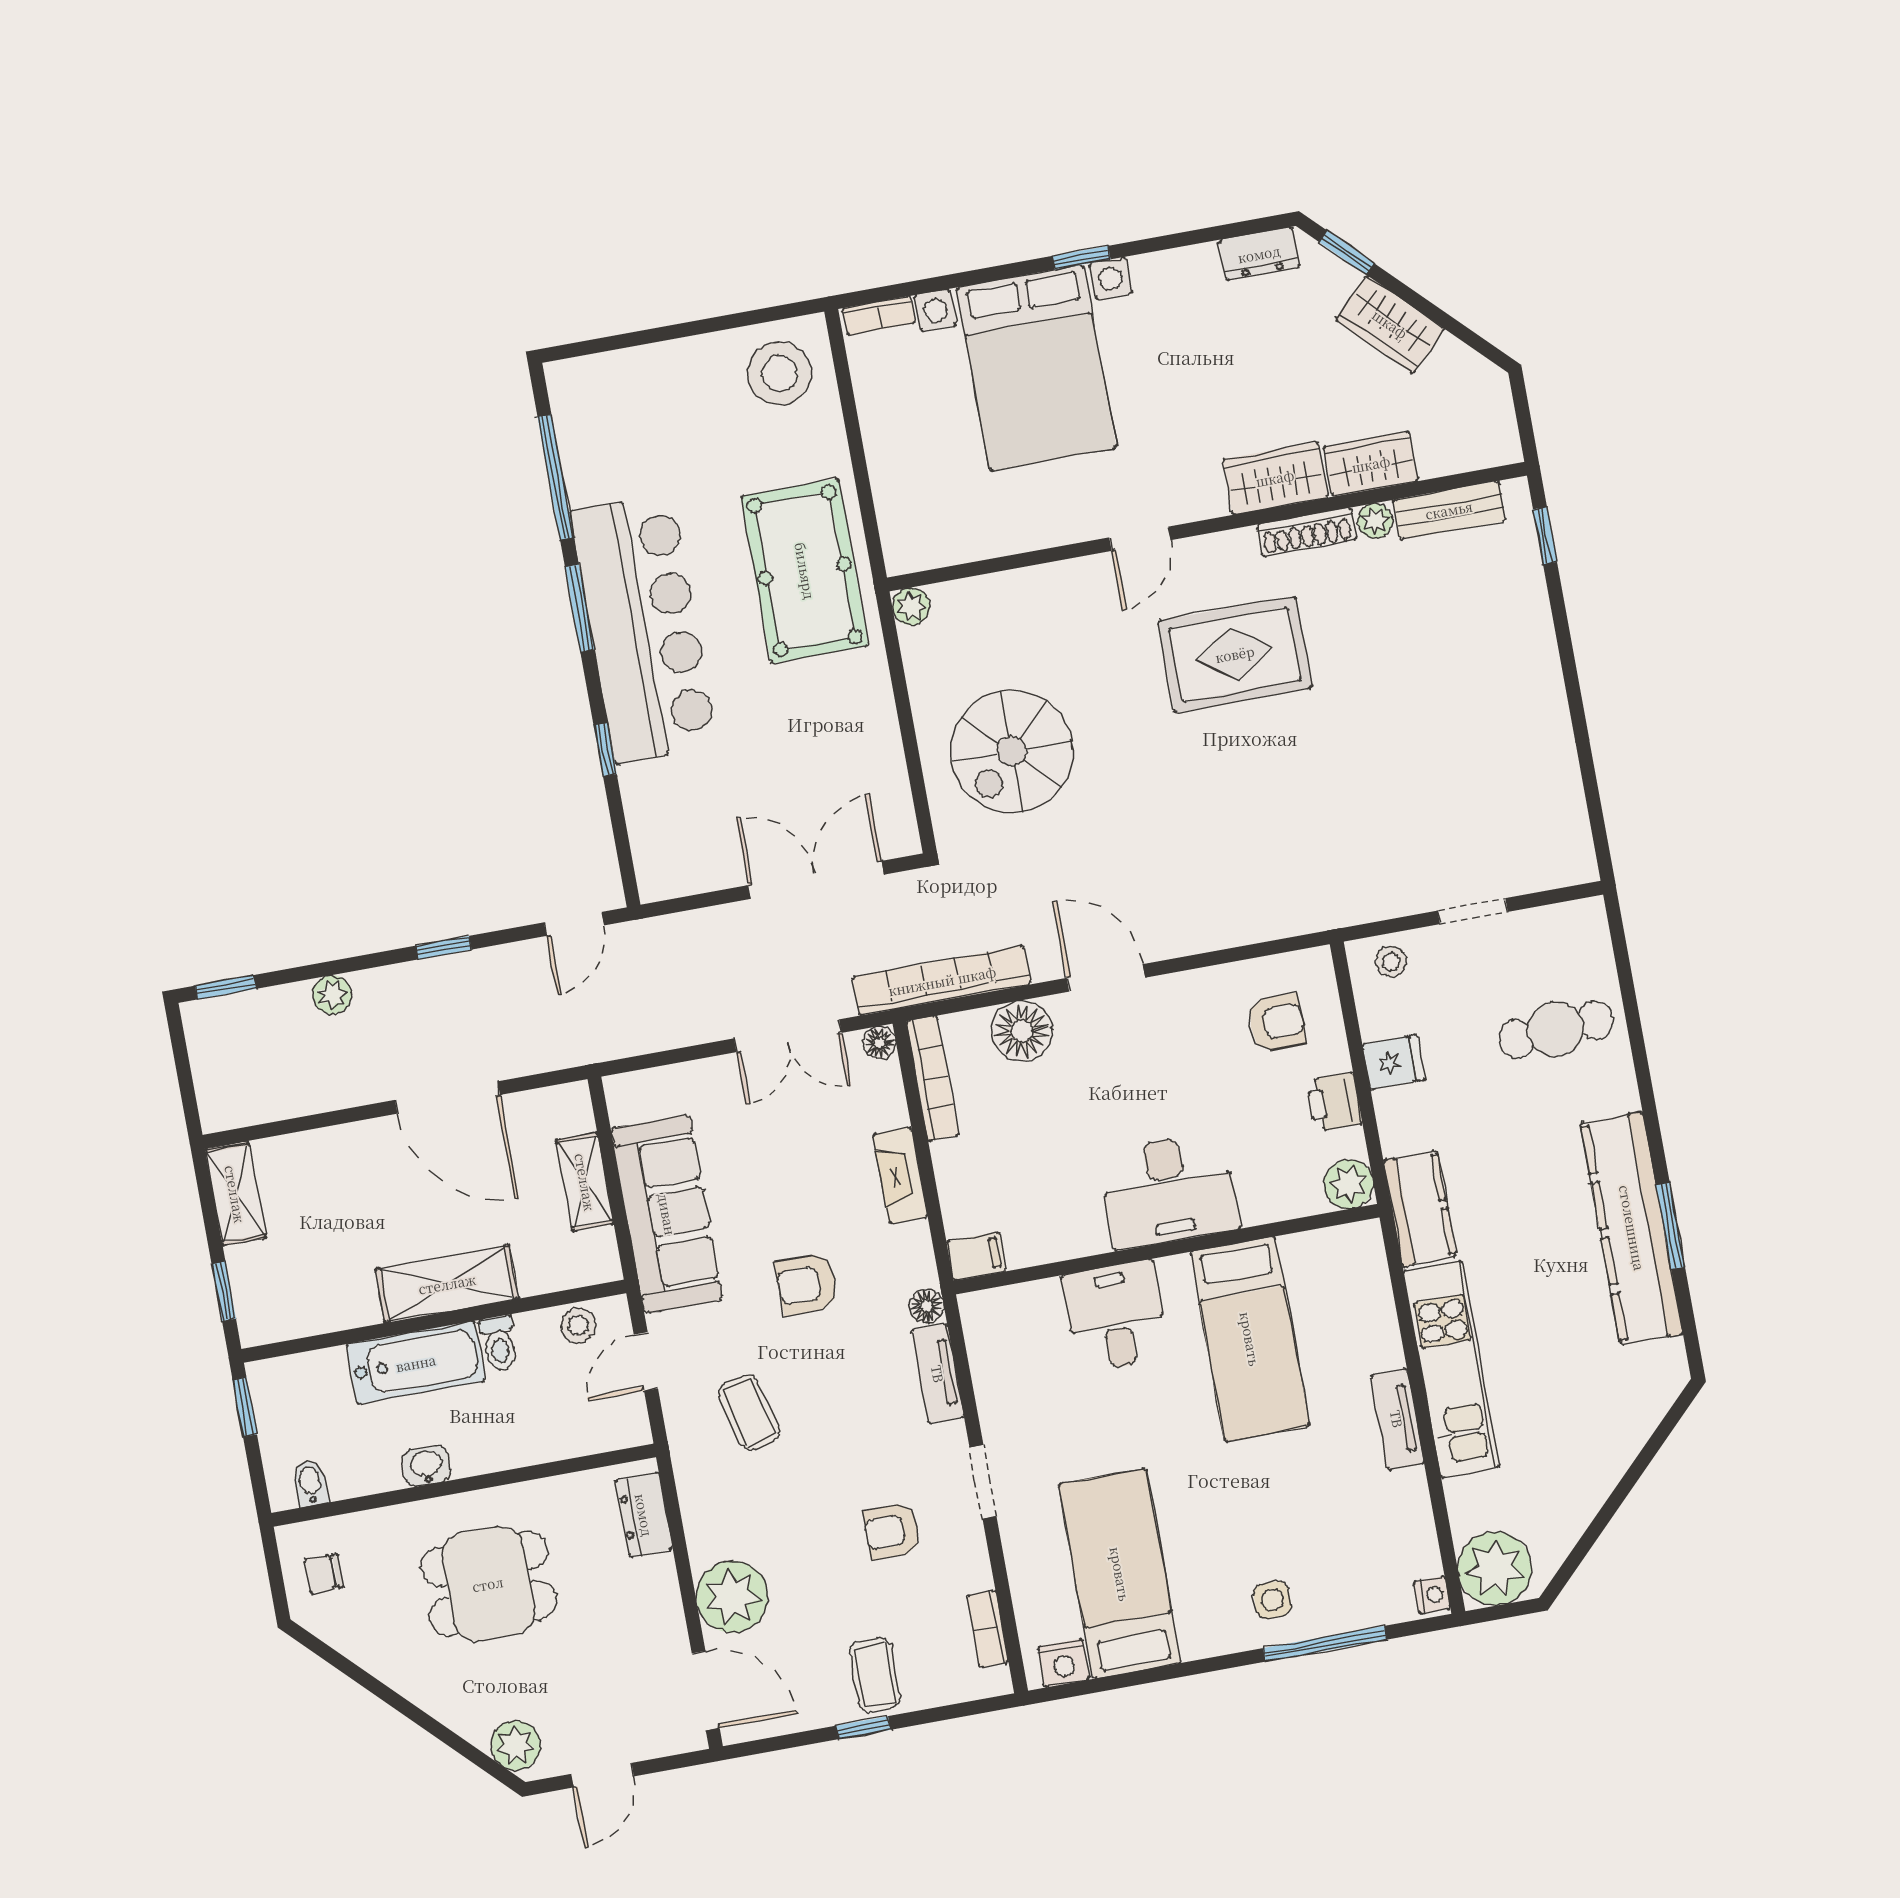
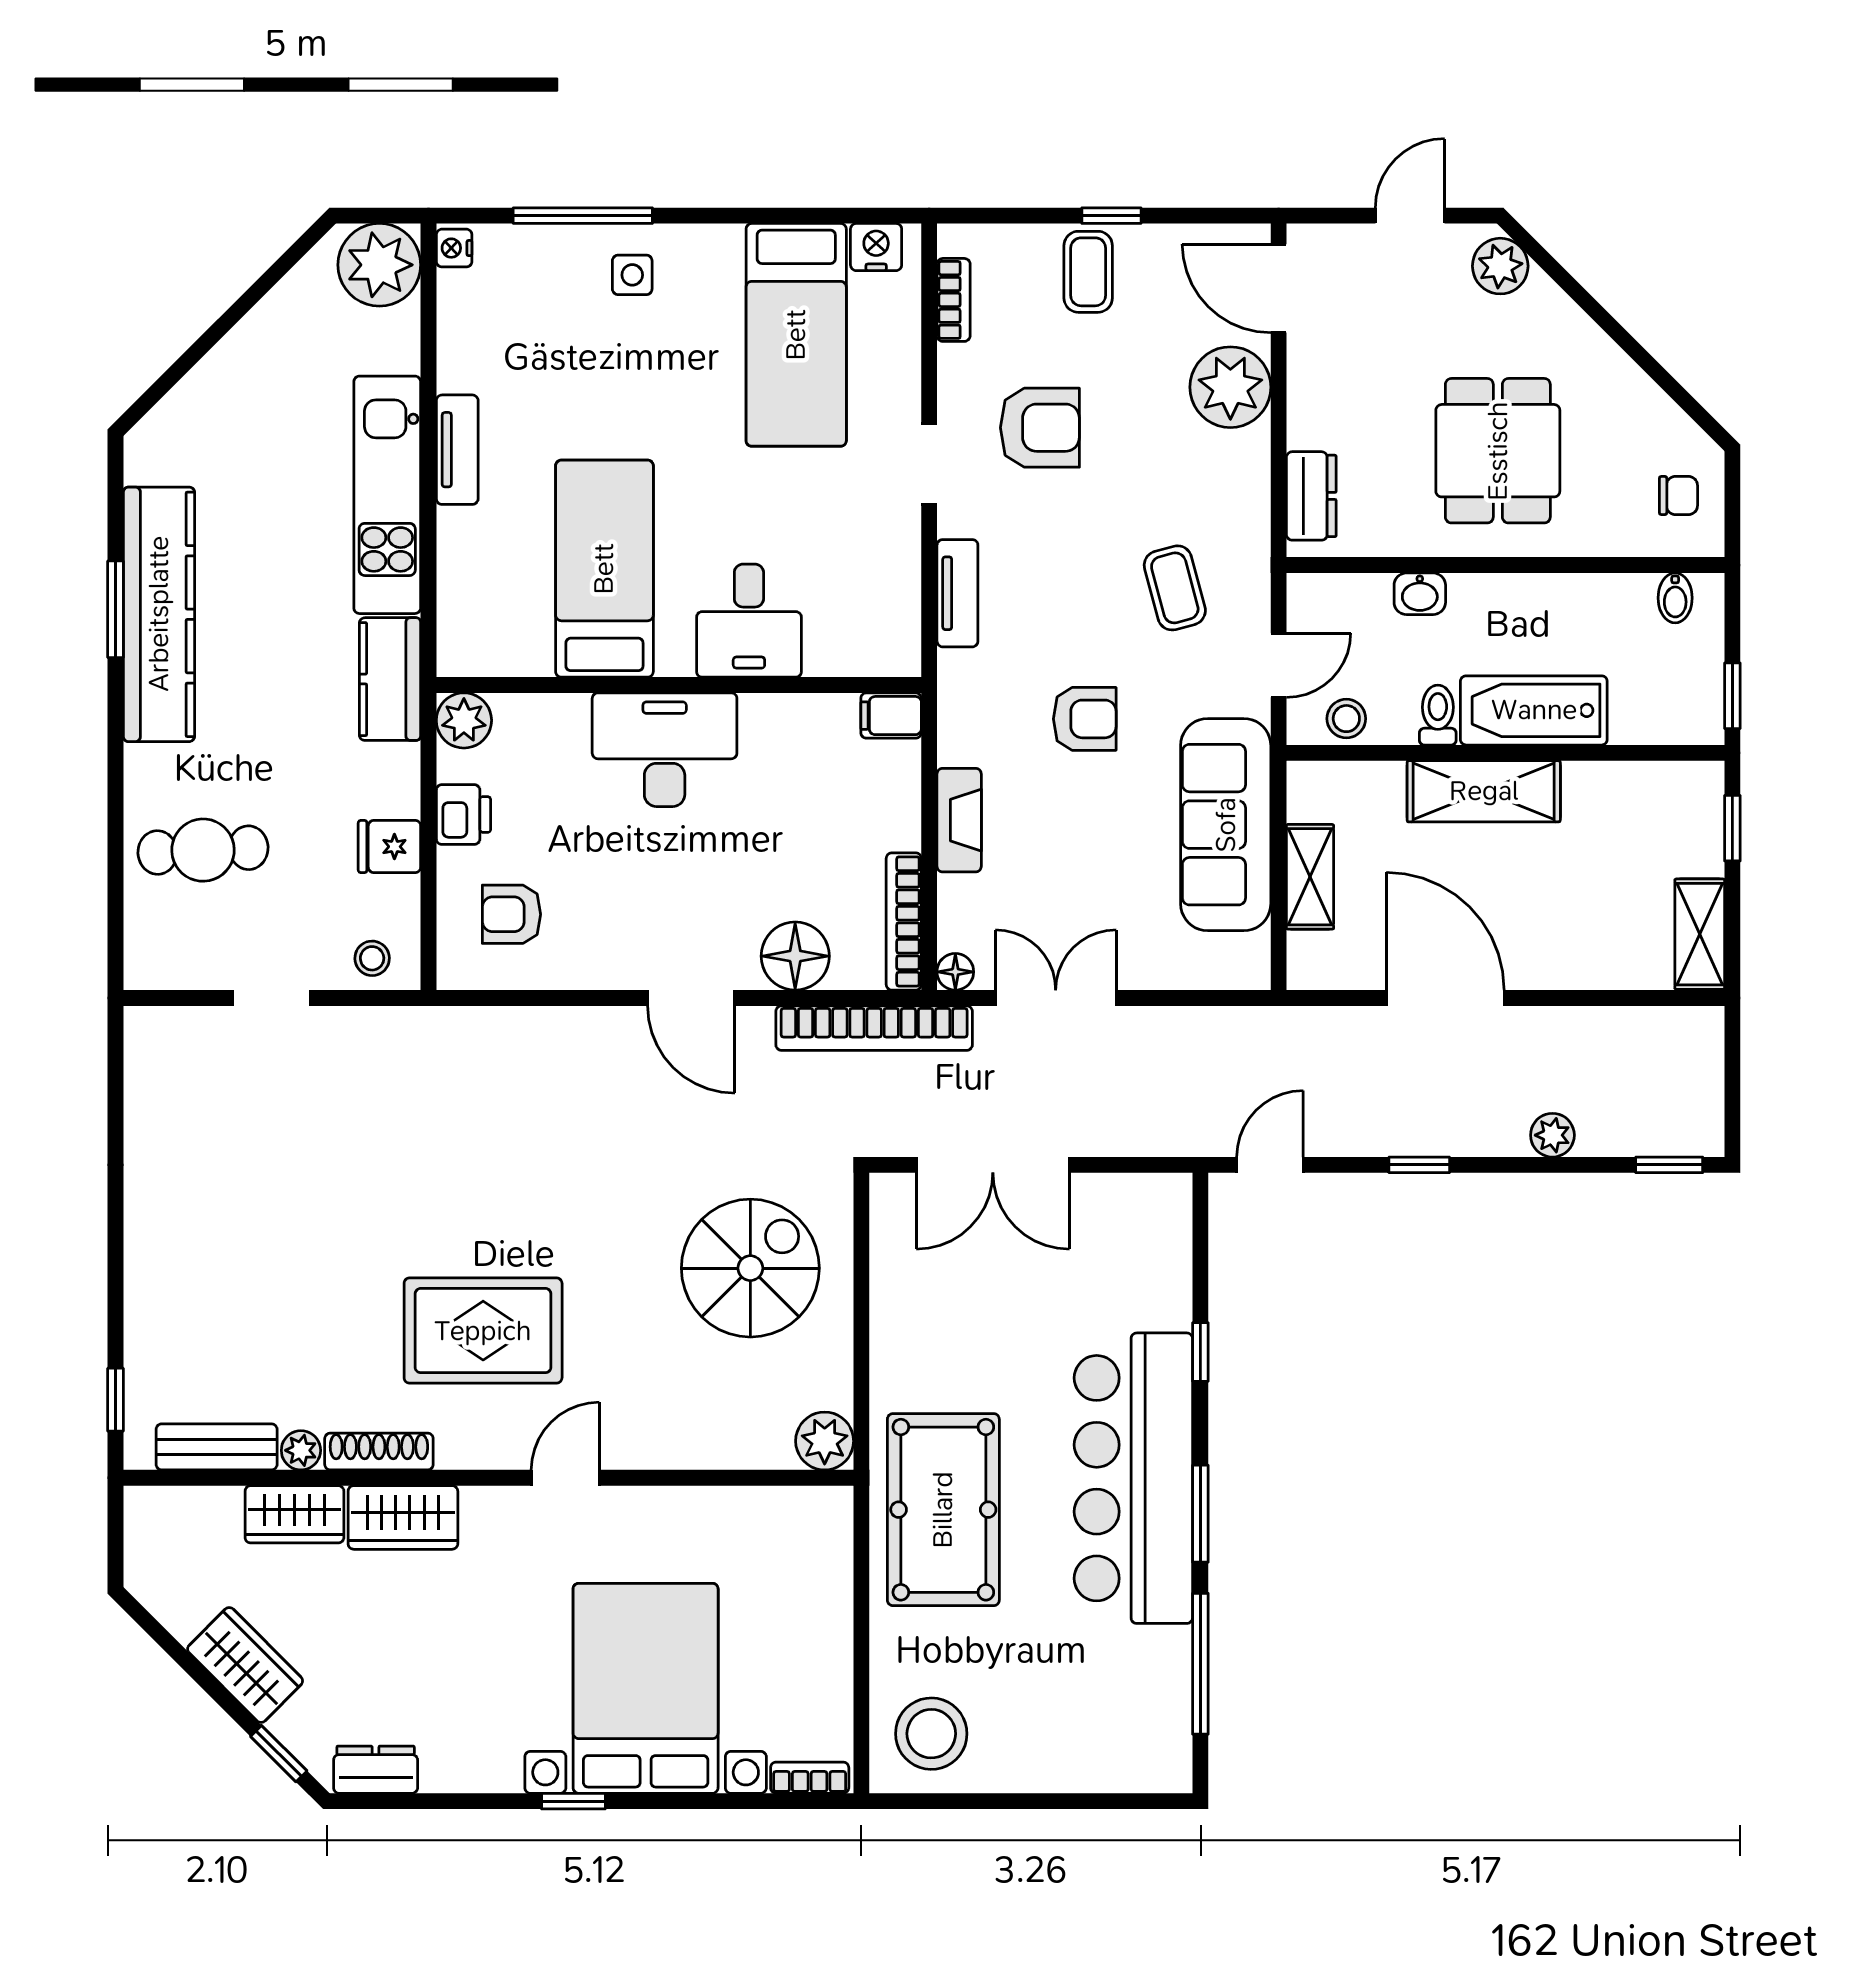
plant: (911, 606) -> (825, 1441), width x1.38, depth x1.38
floor lamp: (927, 1306) -> (956, 670), removed
washbasin: (426, 1466) -> (1420, 594), moved
armchair: (892, 1531) -> (1040, 428), width x1.38, depth x1.38
dining table: (488, 1584) -> (1498, 451), turned 90

